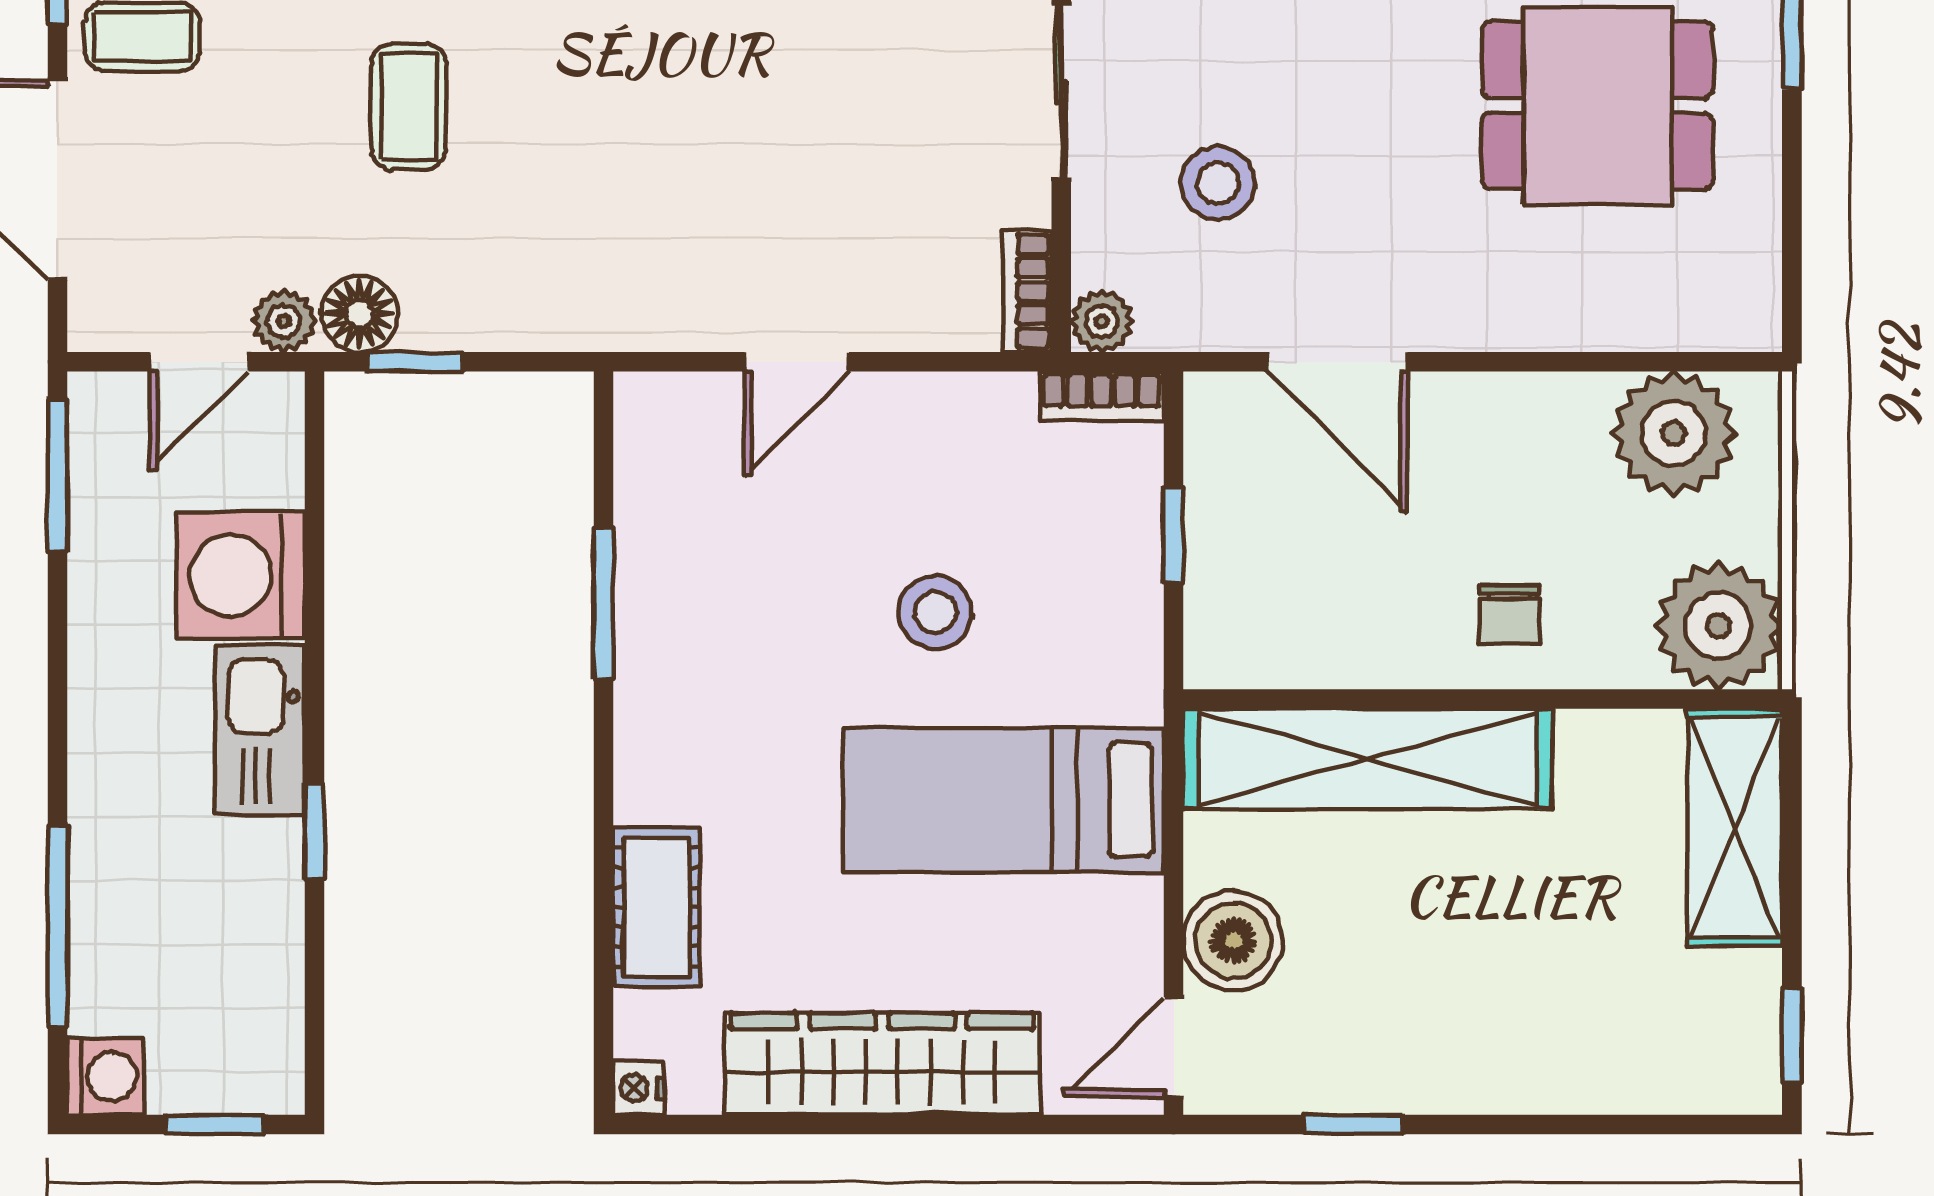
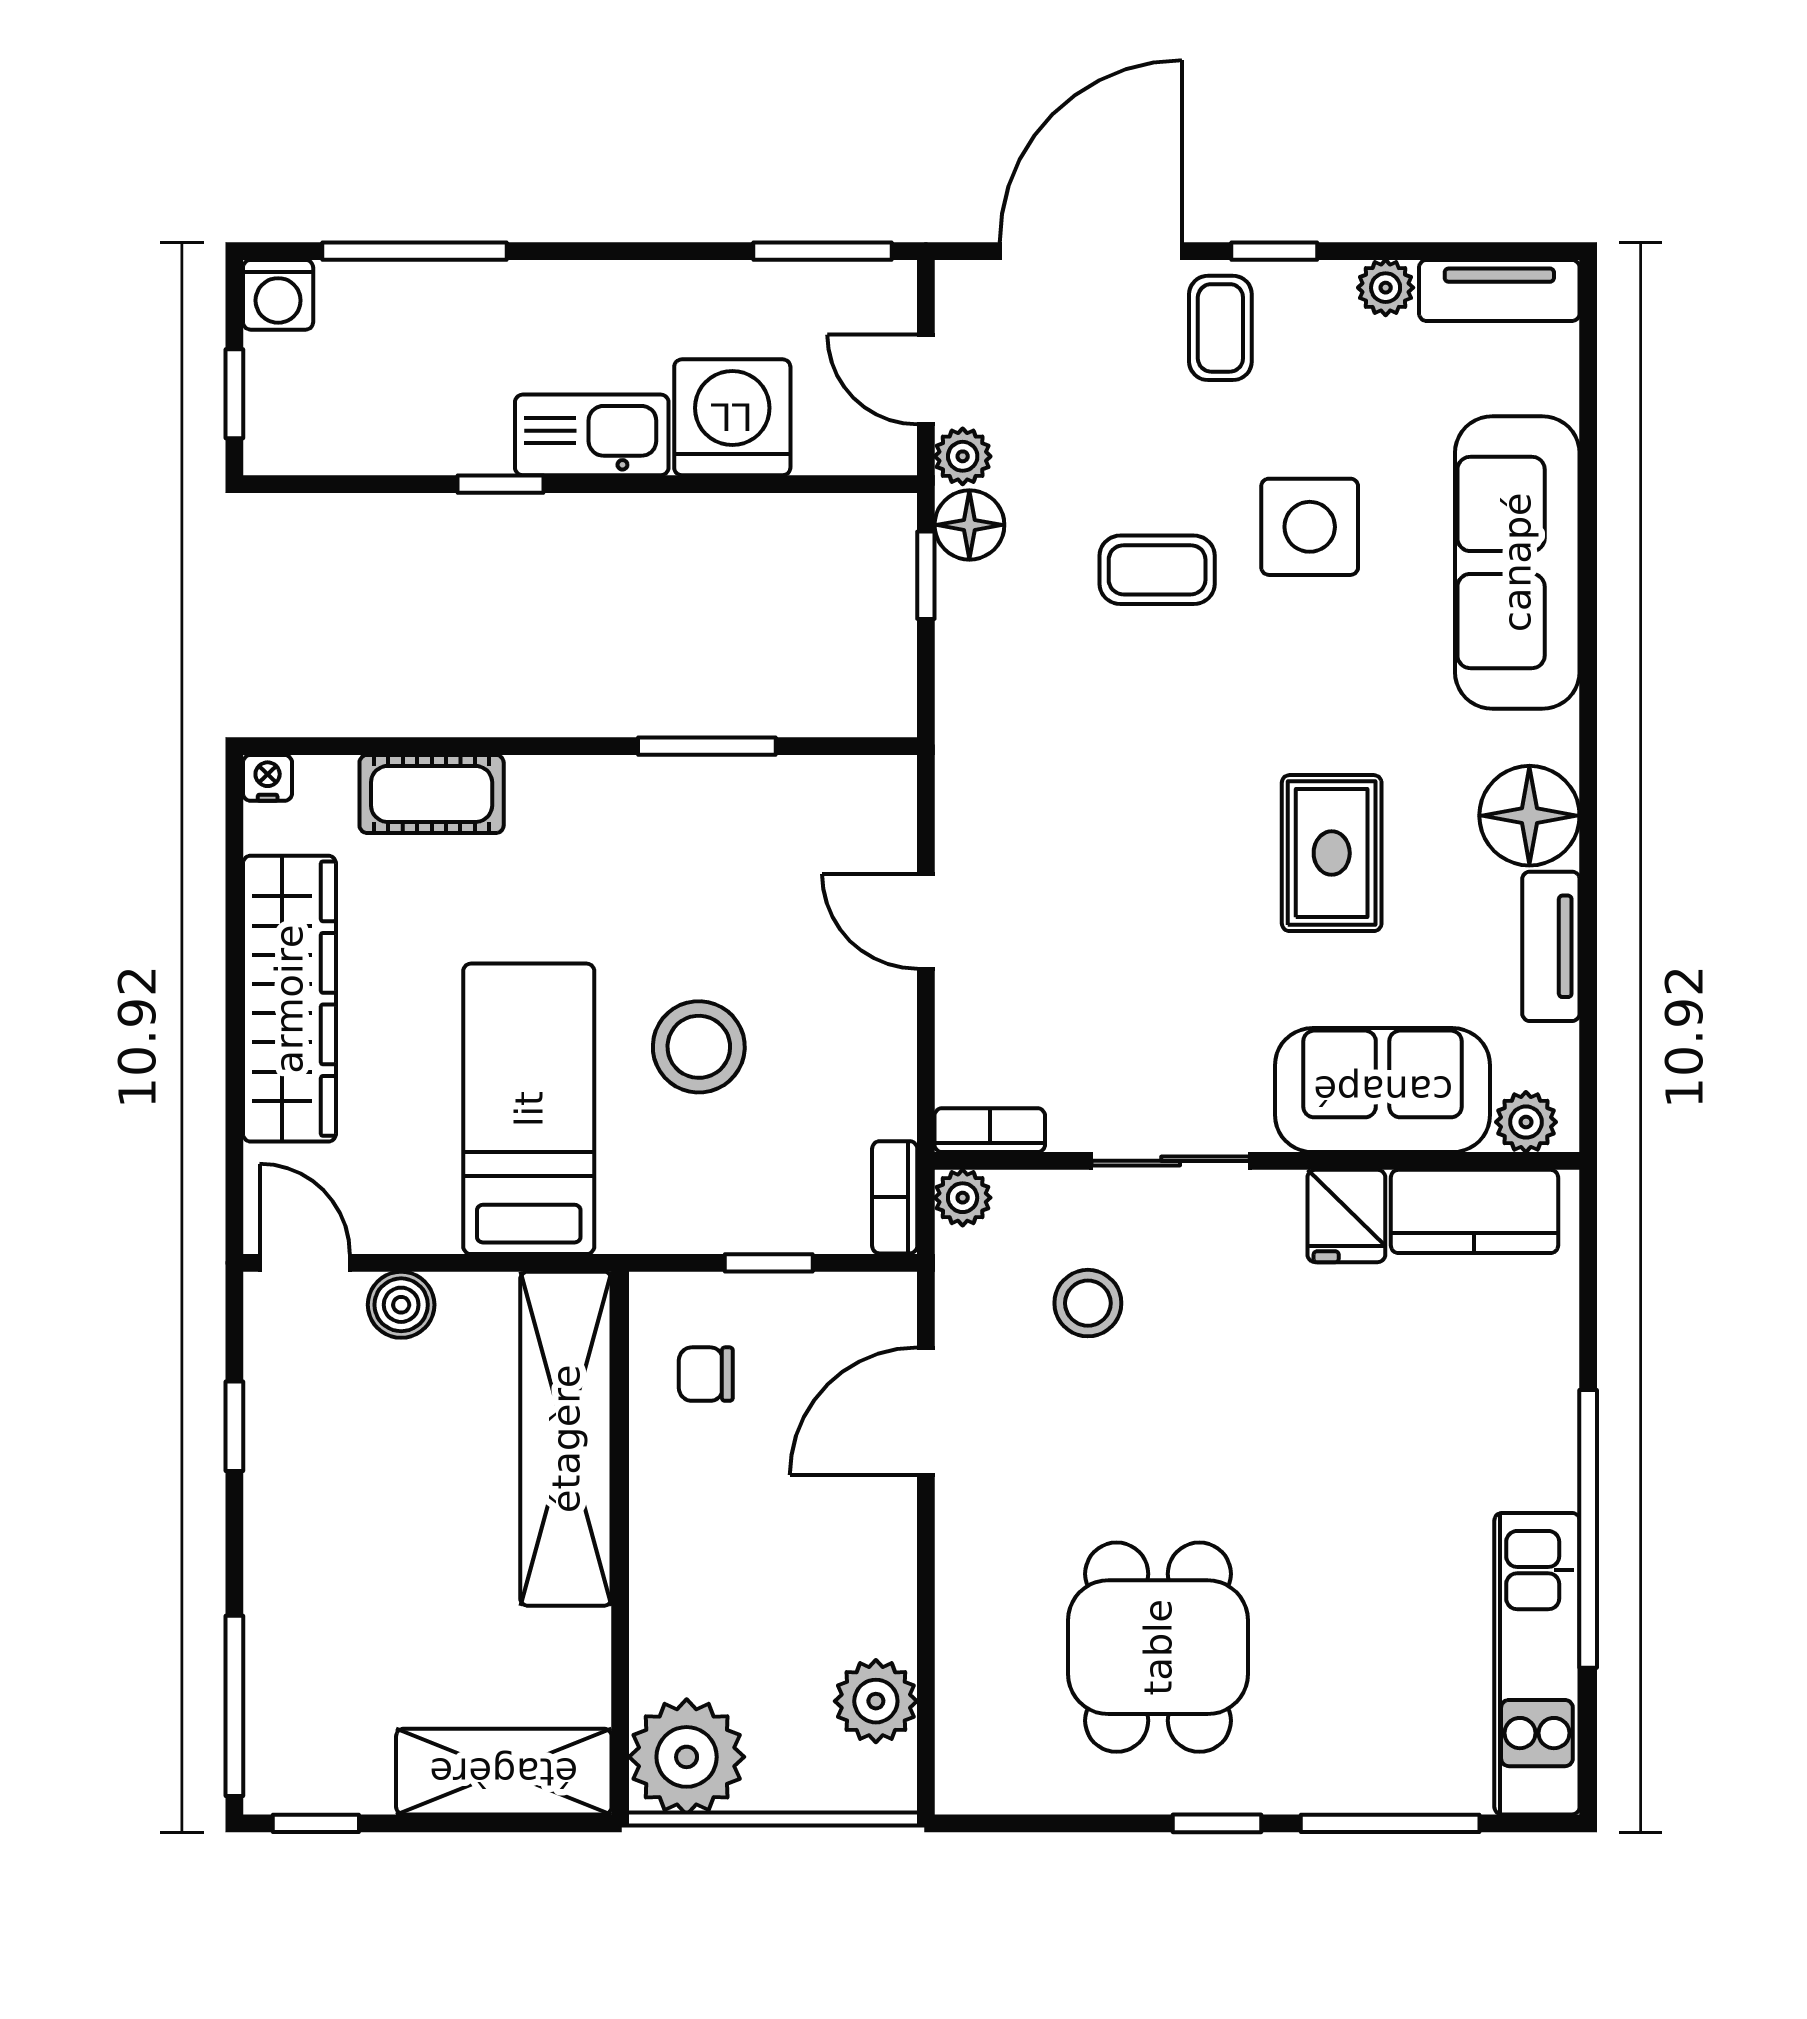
plant: (1674, 433) -> (876, 1701), width x0.73, depth x0.73
stool: (935, 612) -> (699, 1047), width x1.38, depth x1.38
chair: (1509, 614) -> (706, 1374), moved
boiler: (1233, 941) -> (401, 1305), width x0.73, depth x0.73
window: (1662, 1125) -> (234, 1706), added

